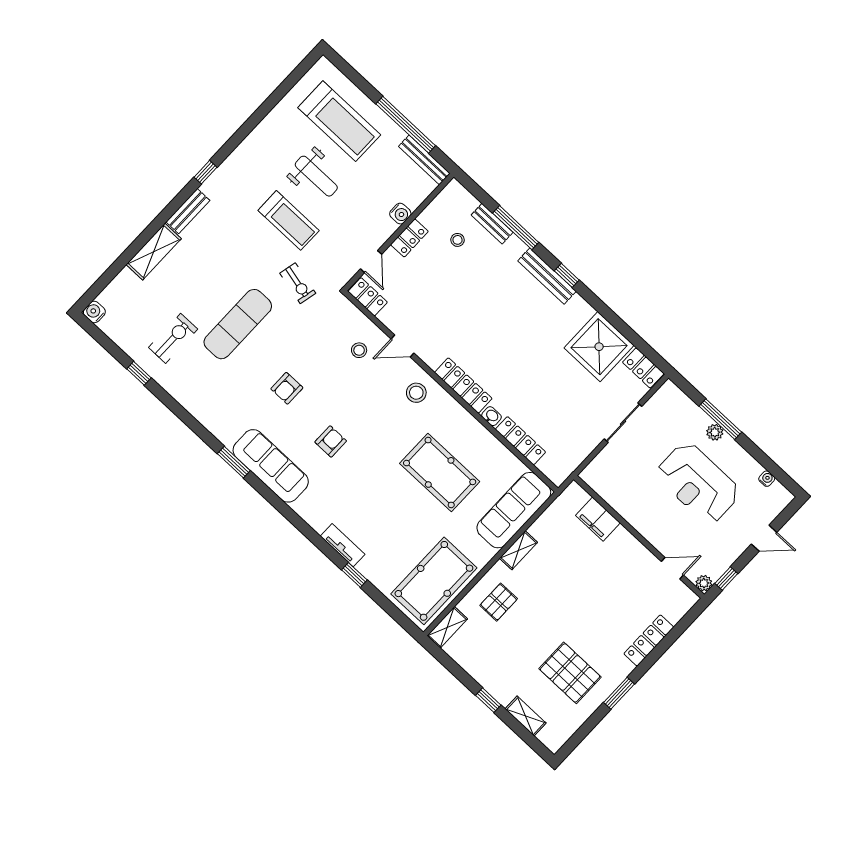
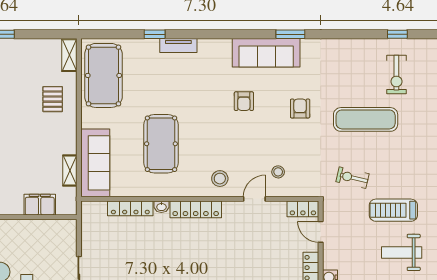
exercise mat: (238, 324) -> (366, 119), turned 90
pool table: (440, 472) -> (161, 144), turned 90
shelving: (519, 550) -> (70, 171), moved

